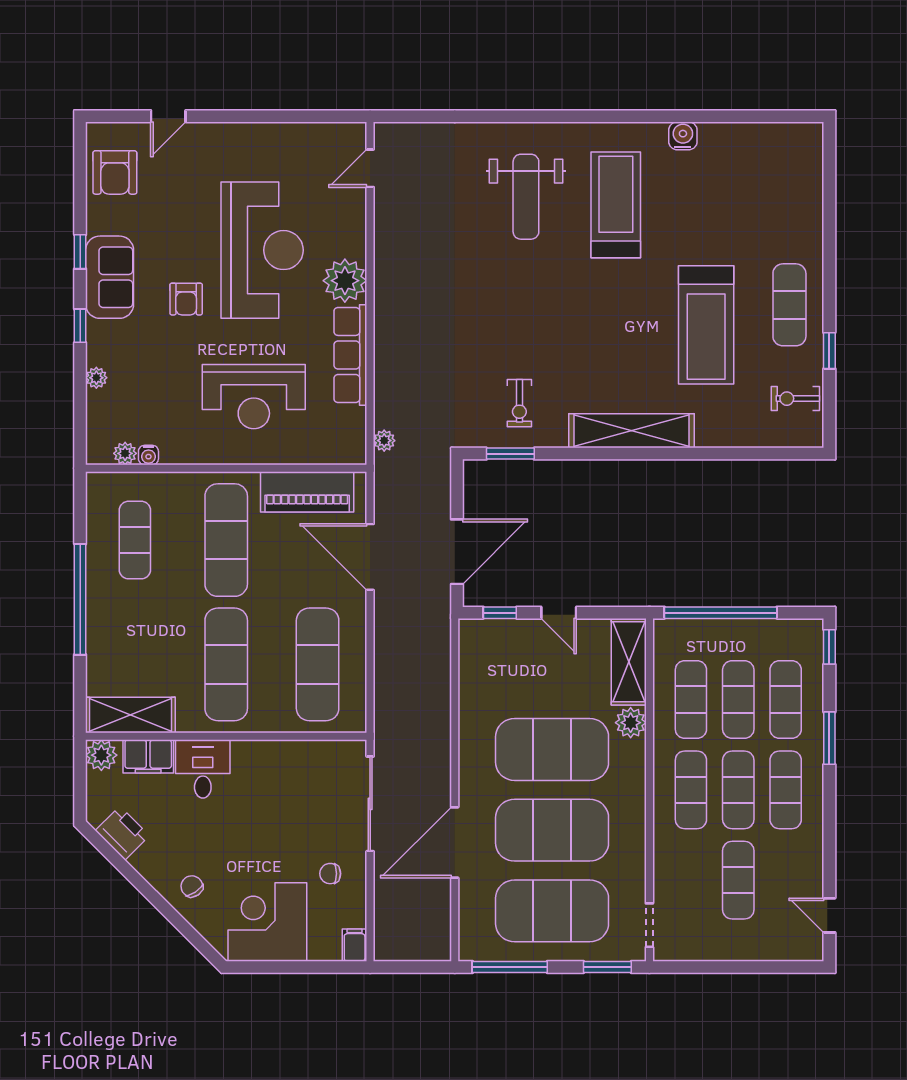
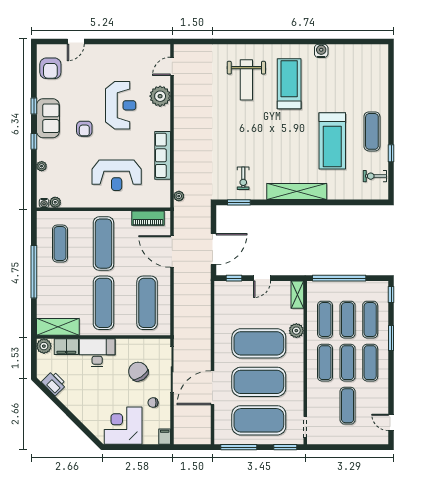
reception desk: (262, 250) -> (121, 105), width x0.74, depth x0.77
plant: (345, 281) -> (160, 96), moved
water cooler: (148, 455) -> (44, 203), moved
piano: (307, 492) -> (148, 218), width x0.73, depth x0.75
door: (559, 613) -> (262, 278), hinge flipped
shelving: (629, 662) -> (297, 295), width x0.67, depth x0.75
desk: (203, 769) -> (97, 353), width x1.37
chair: (192, 886) -> (138, 372), moved, width x1.87, depth x1.87

